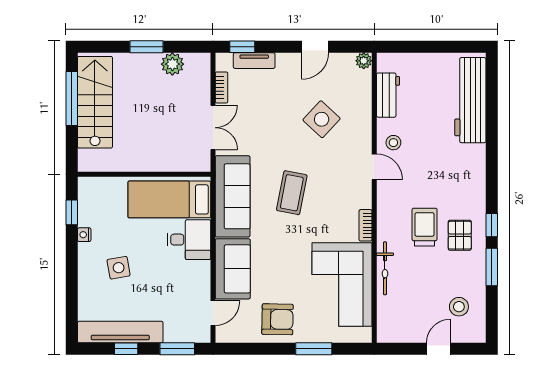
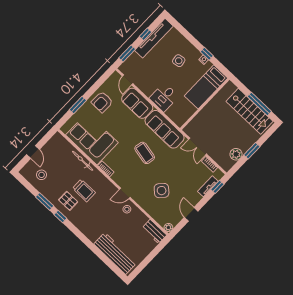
workbench: (388, 95) -> (154, 232), moved
bed: (169, 199) -> (206, 87), moved, turned 180
window: (72, 212) -> (207, 54), moved

